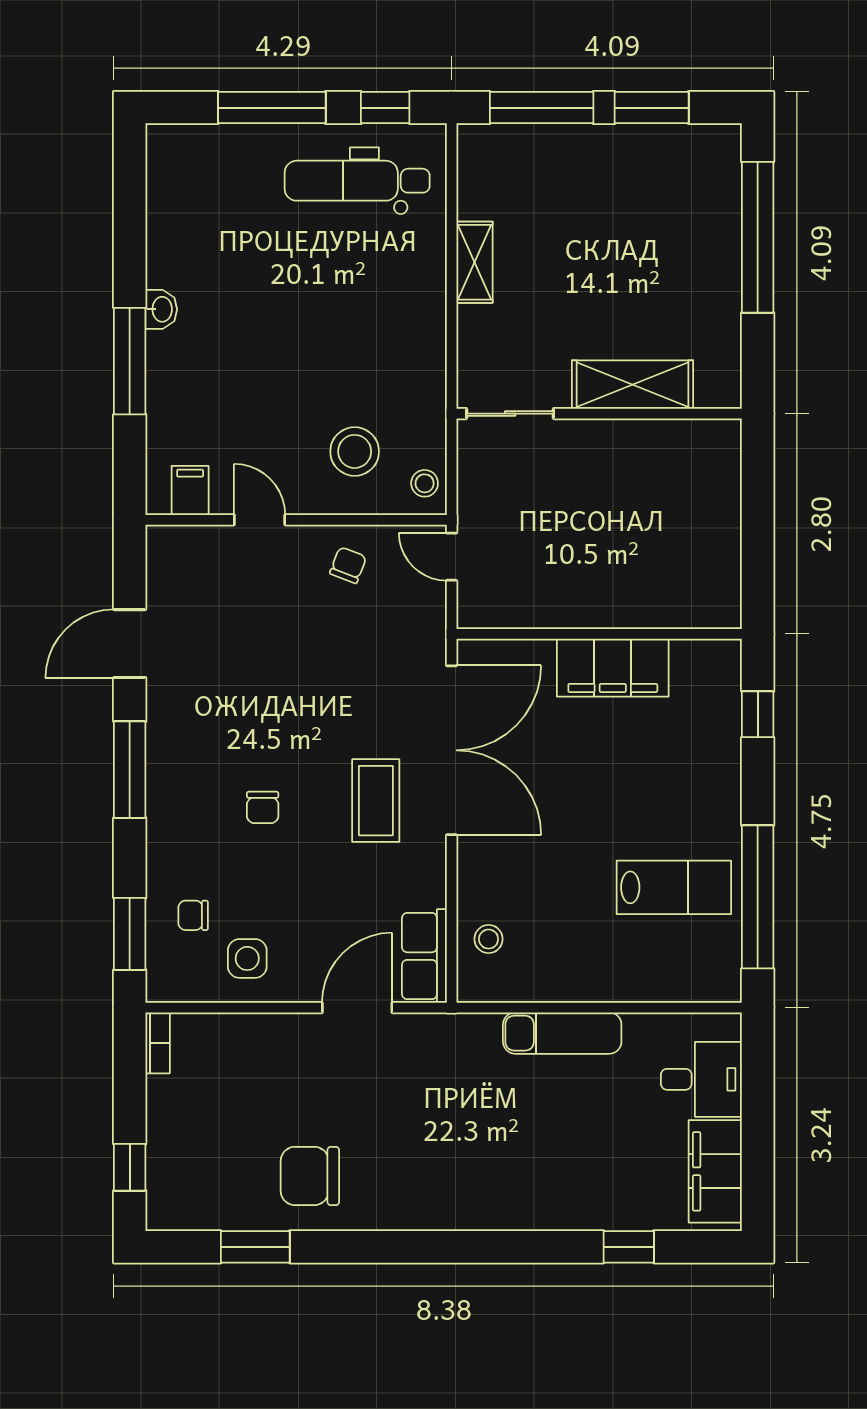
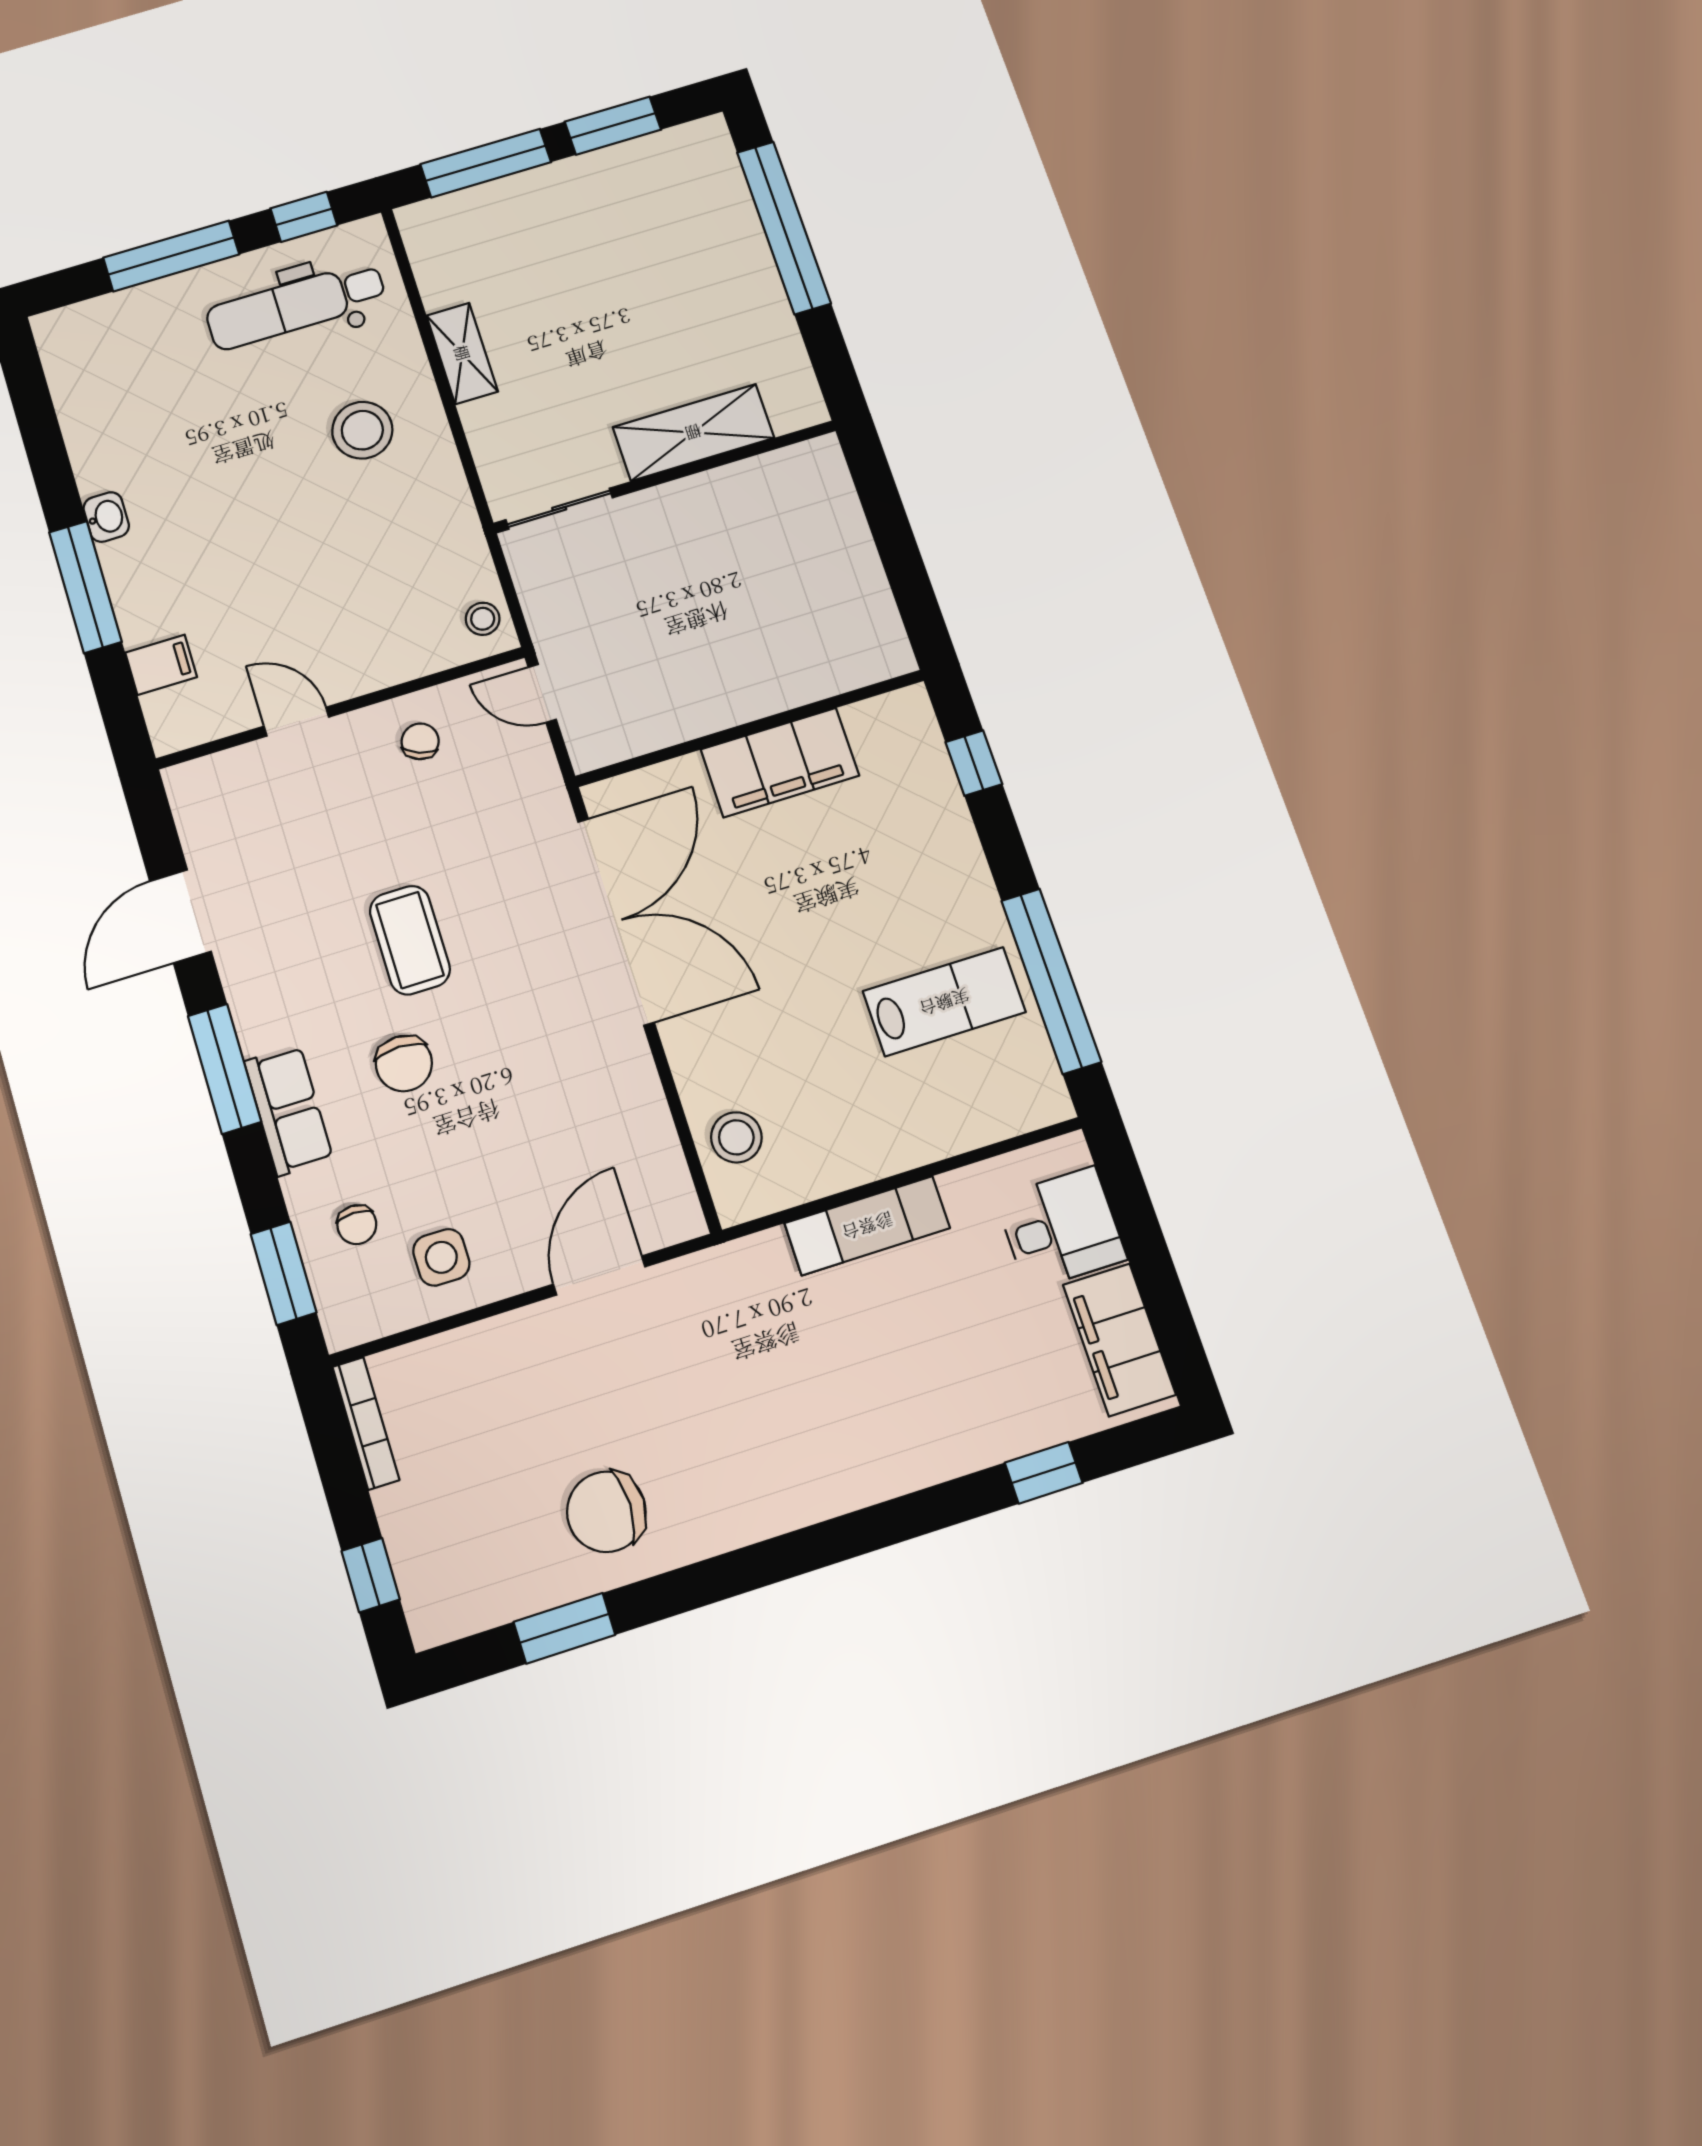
stool: (355, 451) -> (362, 430), moved
filing cabinet: (190, 490) -> (161, 665), moved, turned 90
coffee table: (376, 801) -> (410, 940), moved
chair: (263, 807) -> (404, 1063), width x1.37, depth x1.37
chair: (193, 915) -> (357, 1225), turned -90
stool: (489, 939) -> (736, 1137), width x1.37, depth x1.37
row of seats: (424, 956) -> (289, 1110), moved, turned 180
bookcase: (158, 1043) -> (366, 1423), width x1.56

